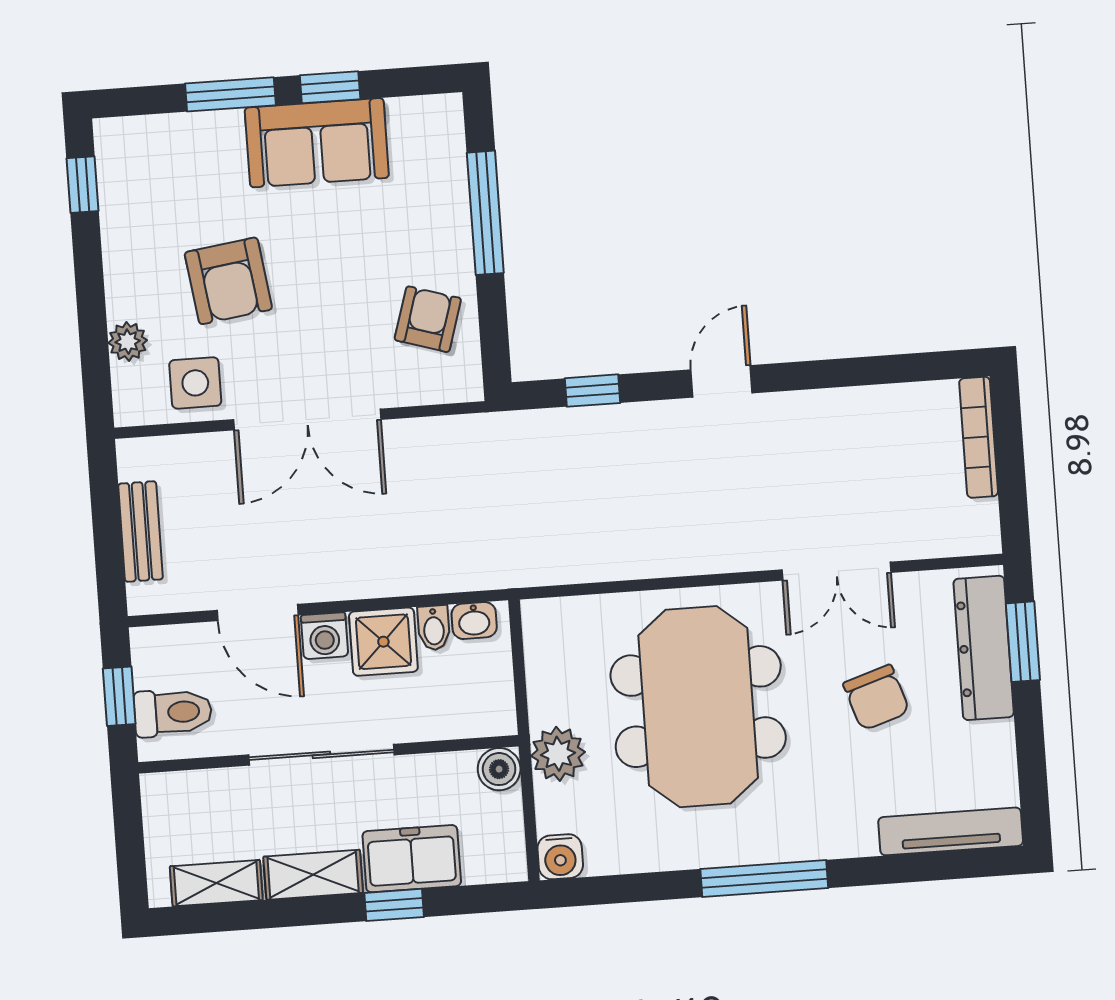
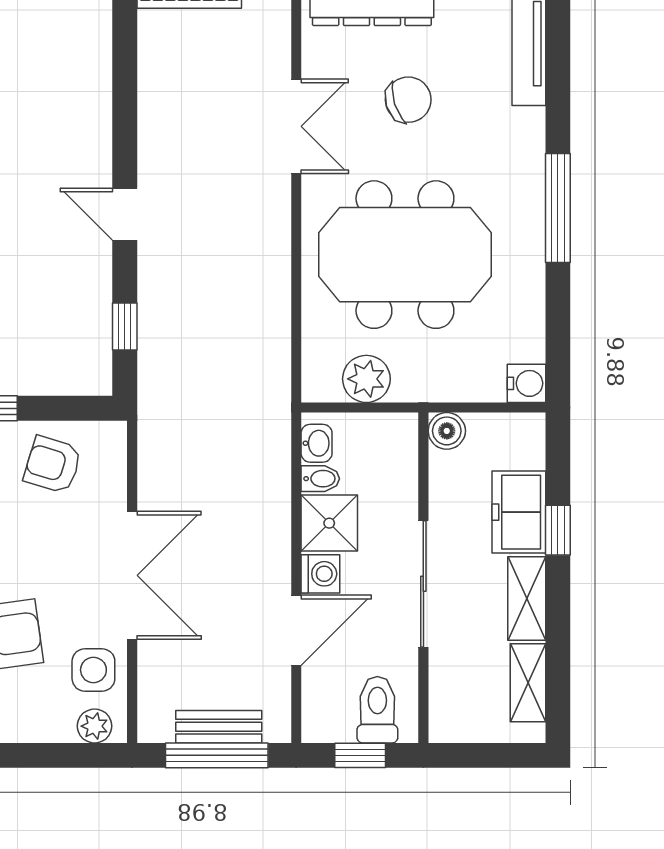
plant: (128, 342) -> (95, 726), moved
window: (107, 532) -> (217, 755), added
plant: (558, 754) -> (366, 379), moved

